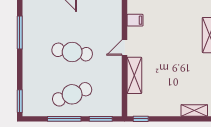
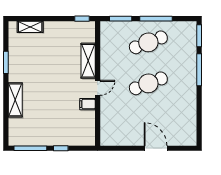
filing cabinet: (135, 20) -> (87, 104), moved
window: (20, 32) -> (199, 70), moved
cafe table: (72, 52) -> (148, 83), turned -30

